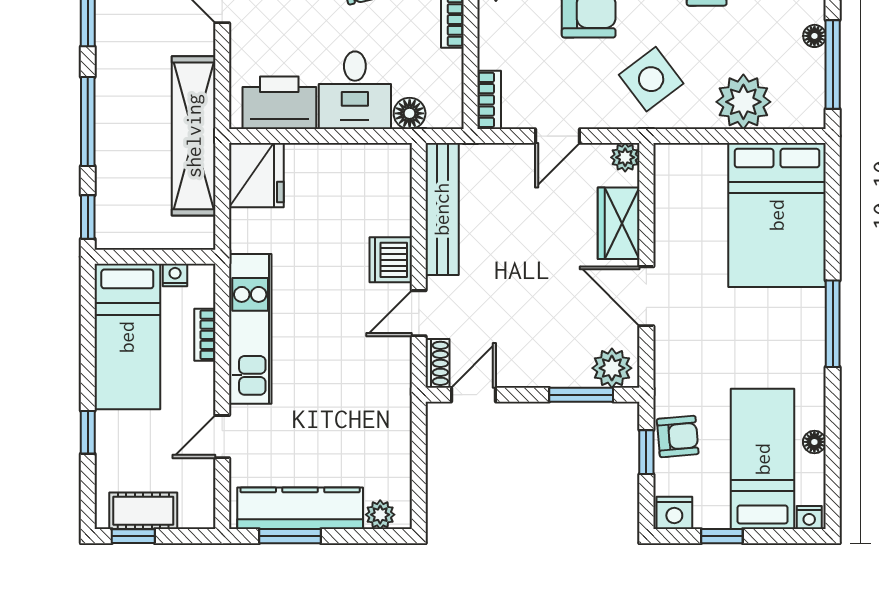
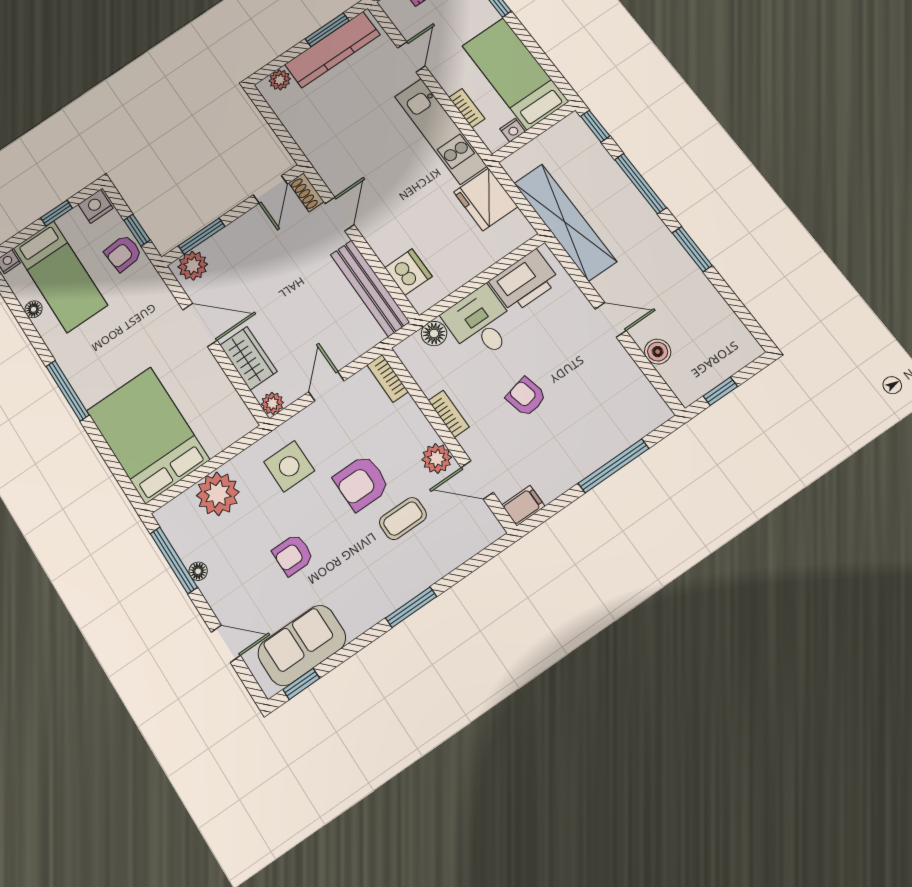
side table: (651, 79) -> (289, 466), turned 37
fridge: (256, 175) -> (486, 199), moved
dishwasher: (391, 260) -> (408, 272), moved

